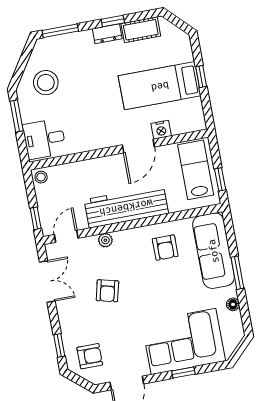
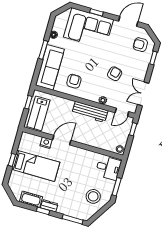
workbench: (126, 207) -> (90, 112), width x0.73, depth x0.76

